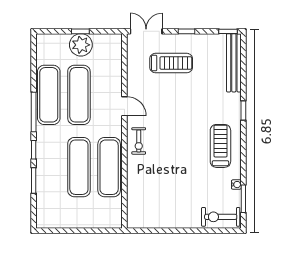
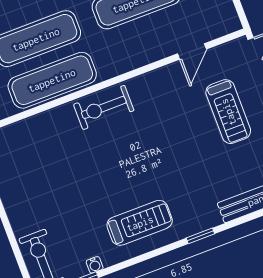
door: (124, 106) -> (192, 51), moved
exercise bike: (139, 141) -> (104, 107), width x1.38, depth x1.39

